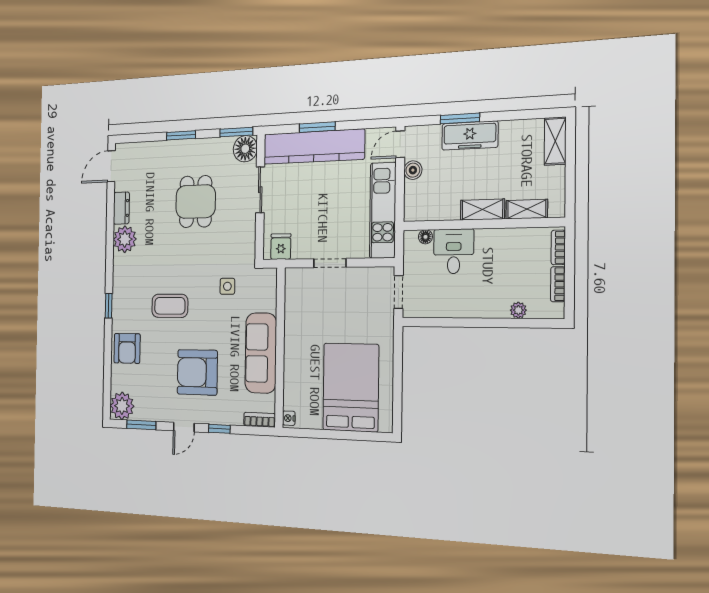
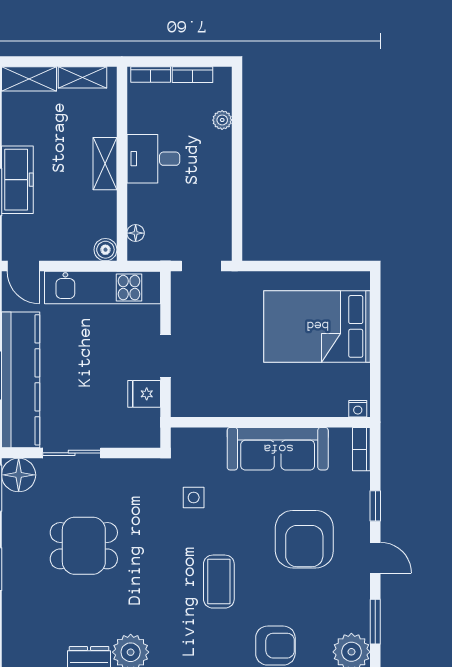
boiler: (413, 170) -> (105, 250), moved
shelving: (527, 209) -> (82, 77), moved, turned 90
fridge: (281, 247) -> (144, 394), moved
desk: (454, 251) -> (153, 159), moved

